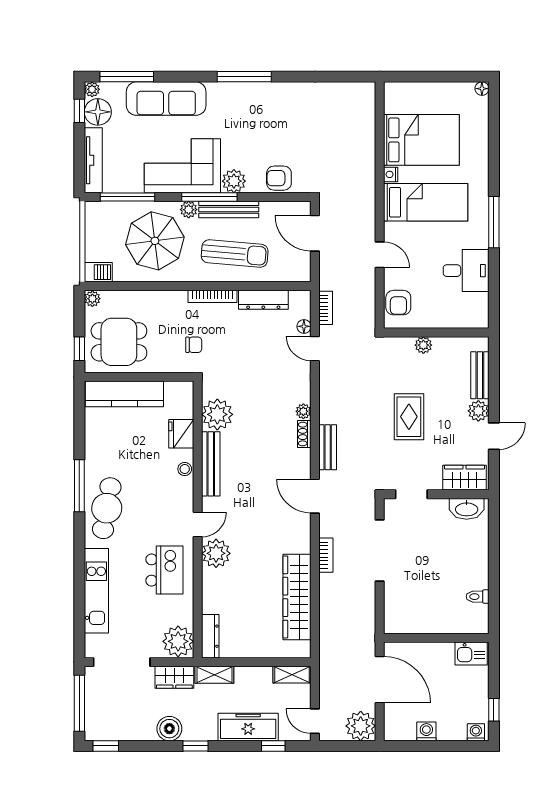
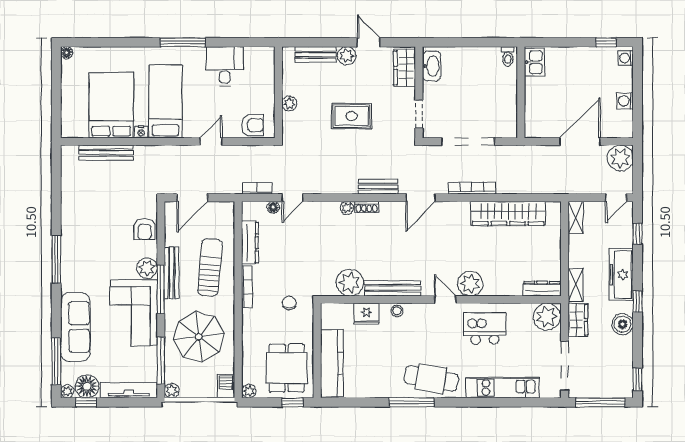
bench: (367, 134) -> (106, 153), added
plant: (189, 210) -> (172, 391), moved
bookcase: (326, 555) -> (472, 188), width x1.56
wall: (436, 638) -> (521, 92), moved
kitchen sink: (471, 653) -> (534, 62), moved
freezer: (248, 727) -> (621, 275), moved

